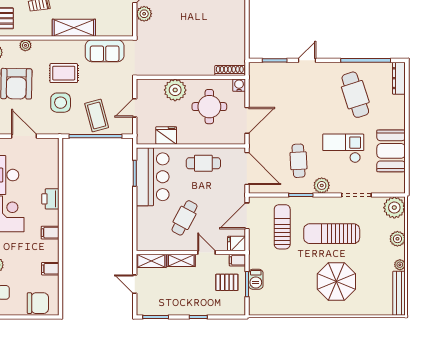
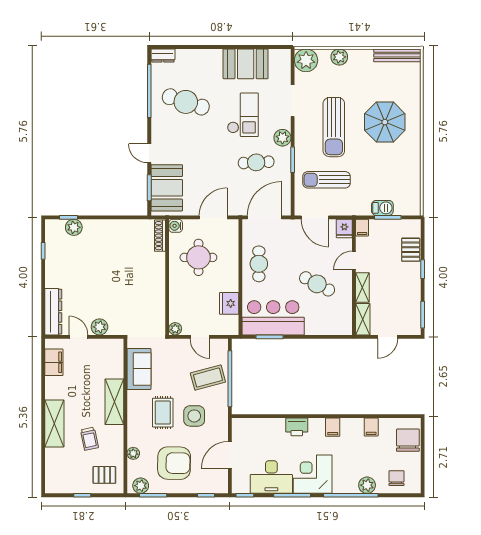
booth: (275, 77) -> (167, 188), added
dresser: (399, 78) -> (163, 55), width x0.70
plant: (175, 90) -> (175, 329), moved, width x0.53, depth x0.53
cafe table: (355, 95) -> (186, 102), turned 36
door: (247, 120) -> (213, 217), hinge flipped
checkout: (343, 148) -> (243, 115), turned 180
plant: (400, 265) -> (367, 54), removed
pallet: (227, 282) -> (411, 250), moved

